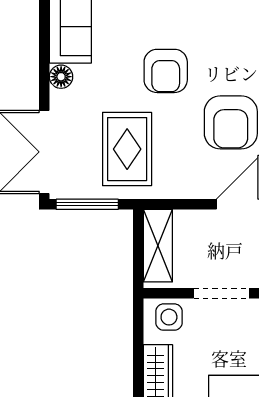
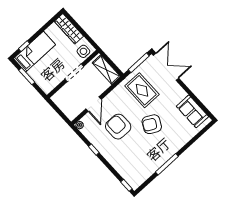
armchair: (166, 71) -> (152, 124), turned -62
floor lamp: (61, 77) -> (182, 94), removed

